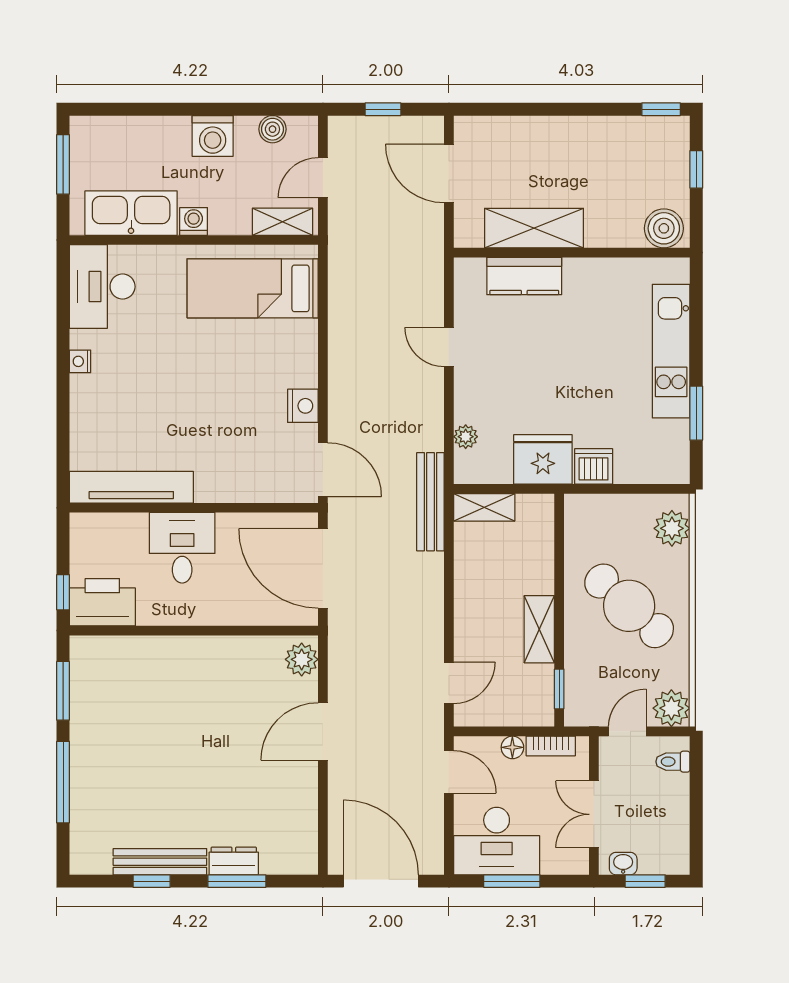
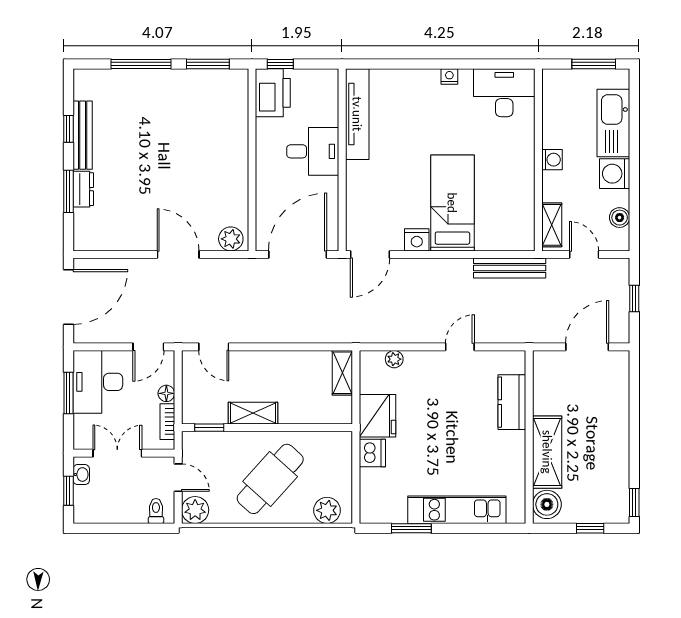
kitchen sink: (131, 213) -> (613, 123), moved, turned 180
shelving: (534, 228) -> (547, 452), moved
bed: (253, 288) -> (452, 203), moved
bench: (430, 502) -> (510, 268), moved

